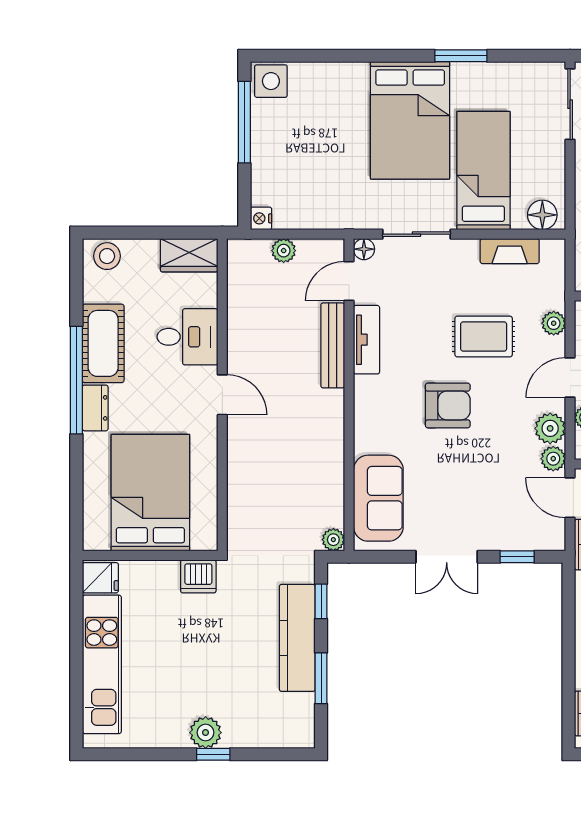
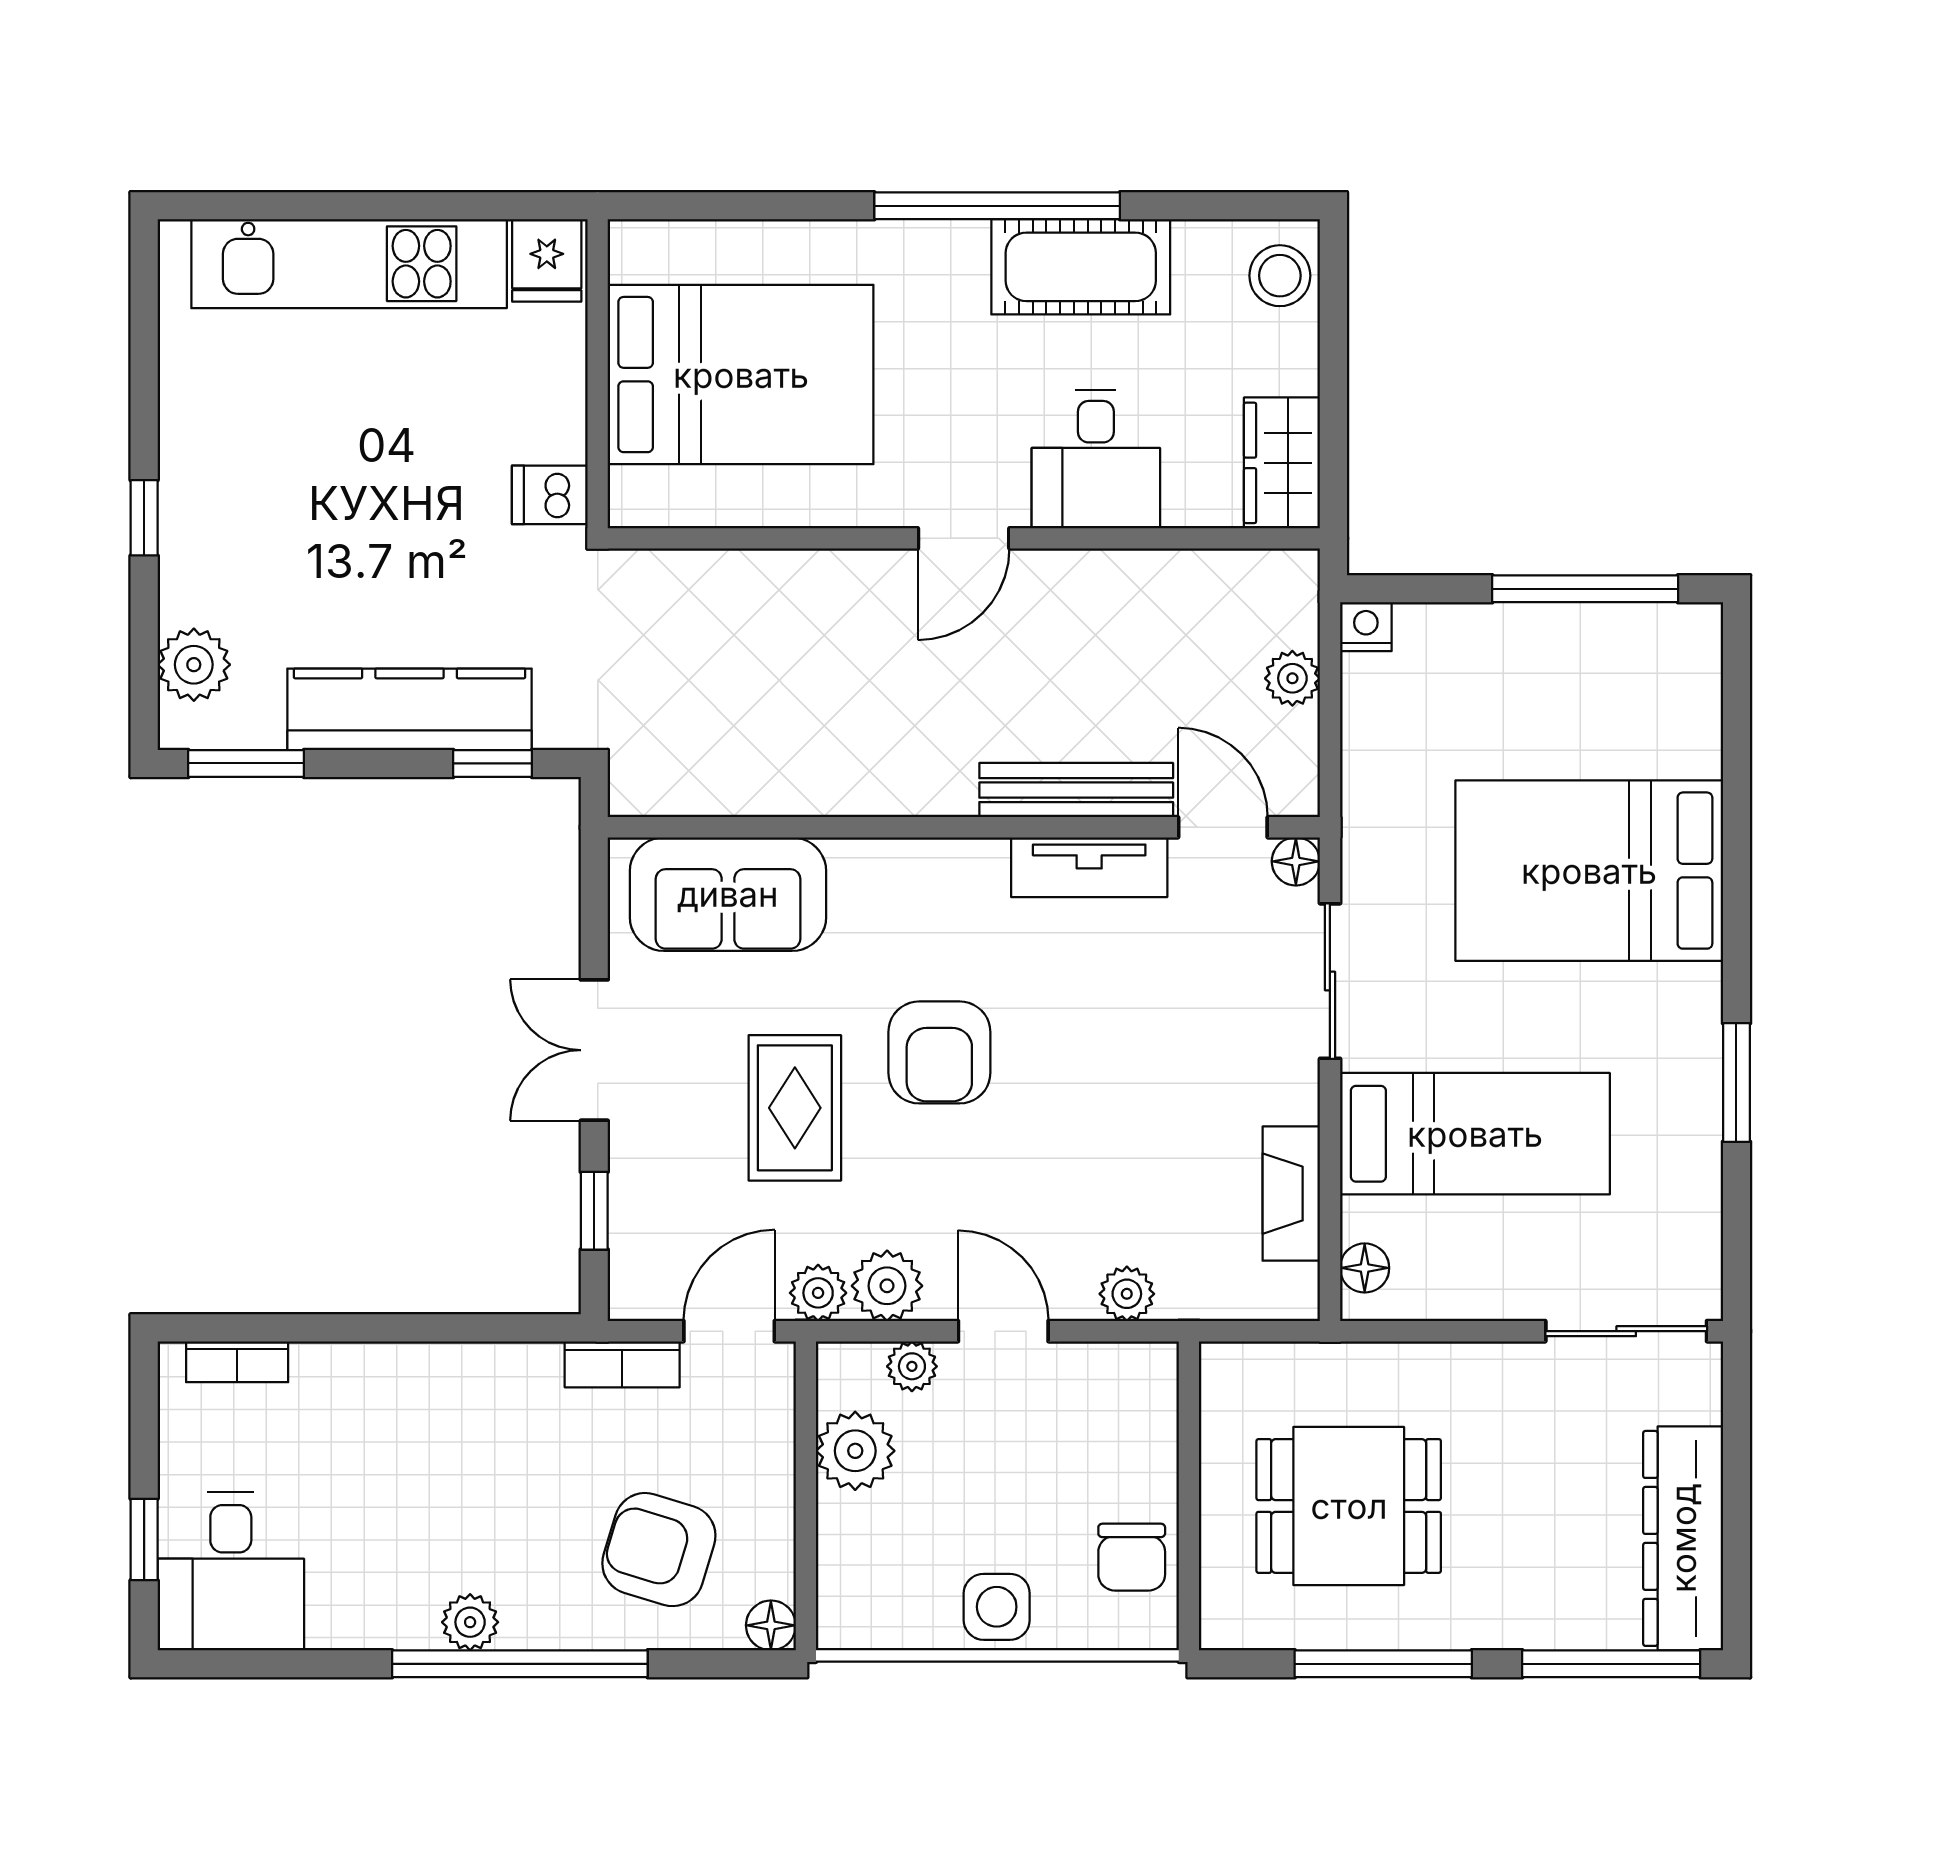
side table: (271, 81) -> (1679, 649), removed
bed: (410, 120) -> (1589, 871), moved
floor lamp: (542, 215) -> (1365, 1268), width x0.73, depth x0.73
rug: (484, 337) -> (795, 1108), moved
dresser: (95, 408) -> (934, 249), removed
plant: (333, 540) -> (633, 792), removed
dishwasher: (198, 576) -> (550, 495), width x0.73
window: (321, 678) -> (246, 763), moved
plant: (206, 733) -> (194, 665), moved

